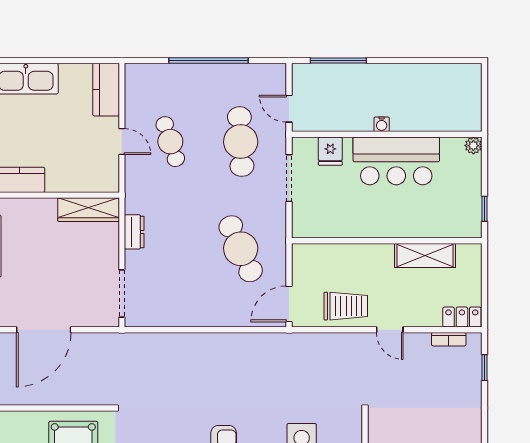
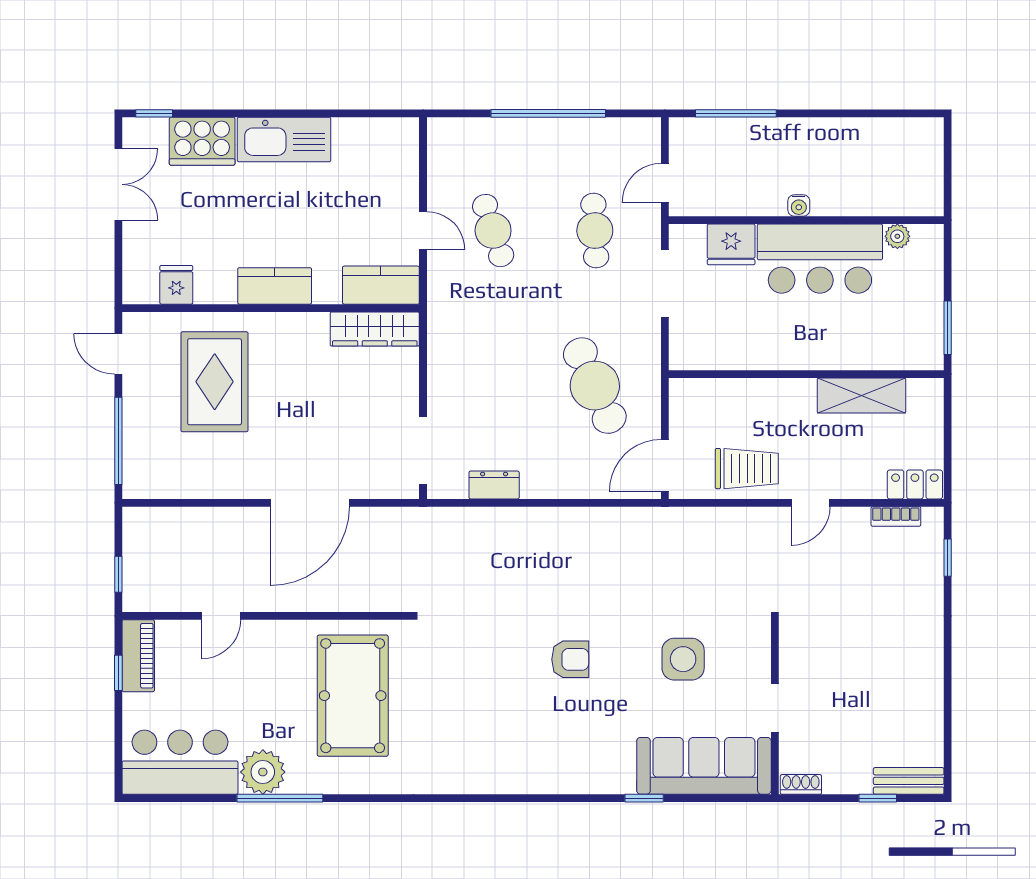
kitchen counter: (106, 90) -> (381, 285), moved, turned 90
door: (289, 109) -> (665, 183), hinge flipped
cafe table: (241, 142) -> (595, 231), width x0.73, depth x0.74
plant: (473, 146) -> (897, 236), moved
fridge: (330, 151) -> (731, 244), width x1.38
window: (485, 209) -> (948, 328), width x1.50
dresser: (134, 232) -> (494, 485), moved, turned -90
door: (390, 330) -> (811, 503), hinge flipped

